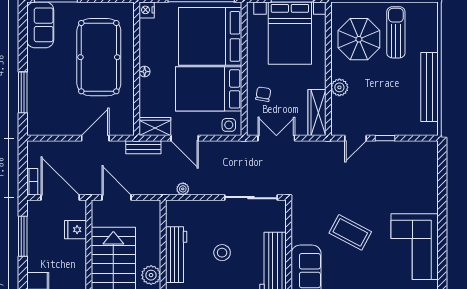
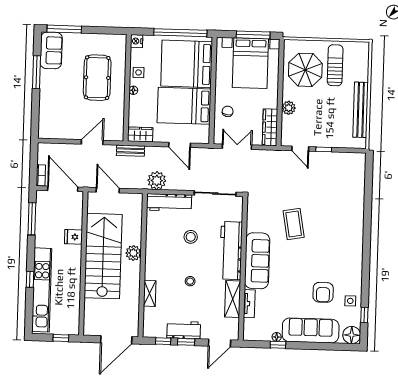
pool table: (99, 57) -> (97, 78), width x0.73, depth x0.76
window: (23, 92) -> (37, 72), moved
side table: (229, 125) -> (139, 72), moved
door: (185, 138) -> (180, 145), moved
door: (356, 138) -> (300, 149), hinge flipped
plant: (183, 189) -> (157, 181), width x1.88, depth x1.88
fridge: (75, 230) -> (73, 237), moved
coffee table: (350, 232) -> (294, 224), turned 52
corner sofa: (415, 247) -> (345, 237), removed
workbench: (176, 255) -> (169, 202), moved, turned 90

